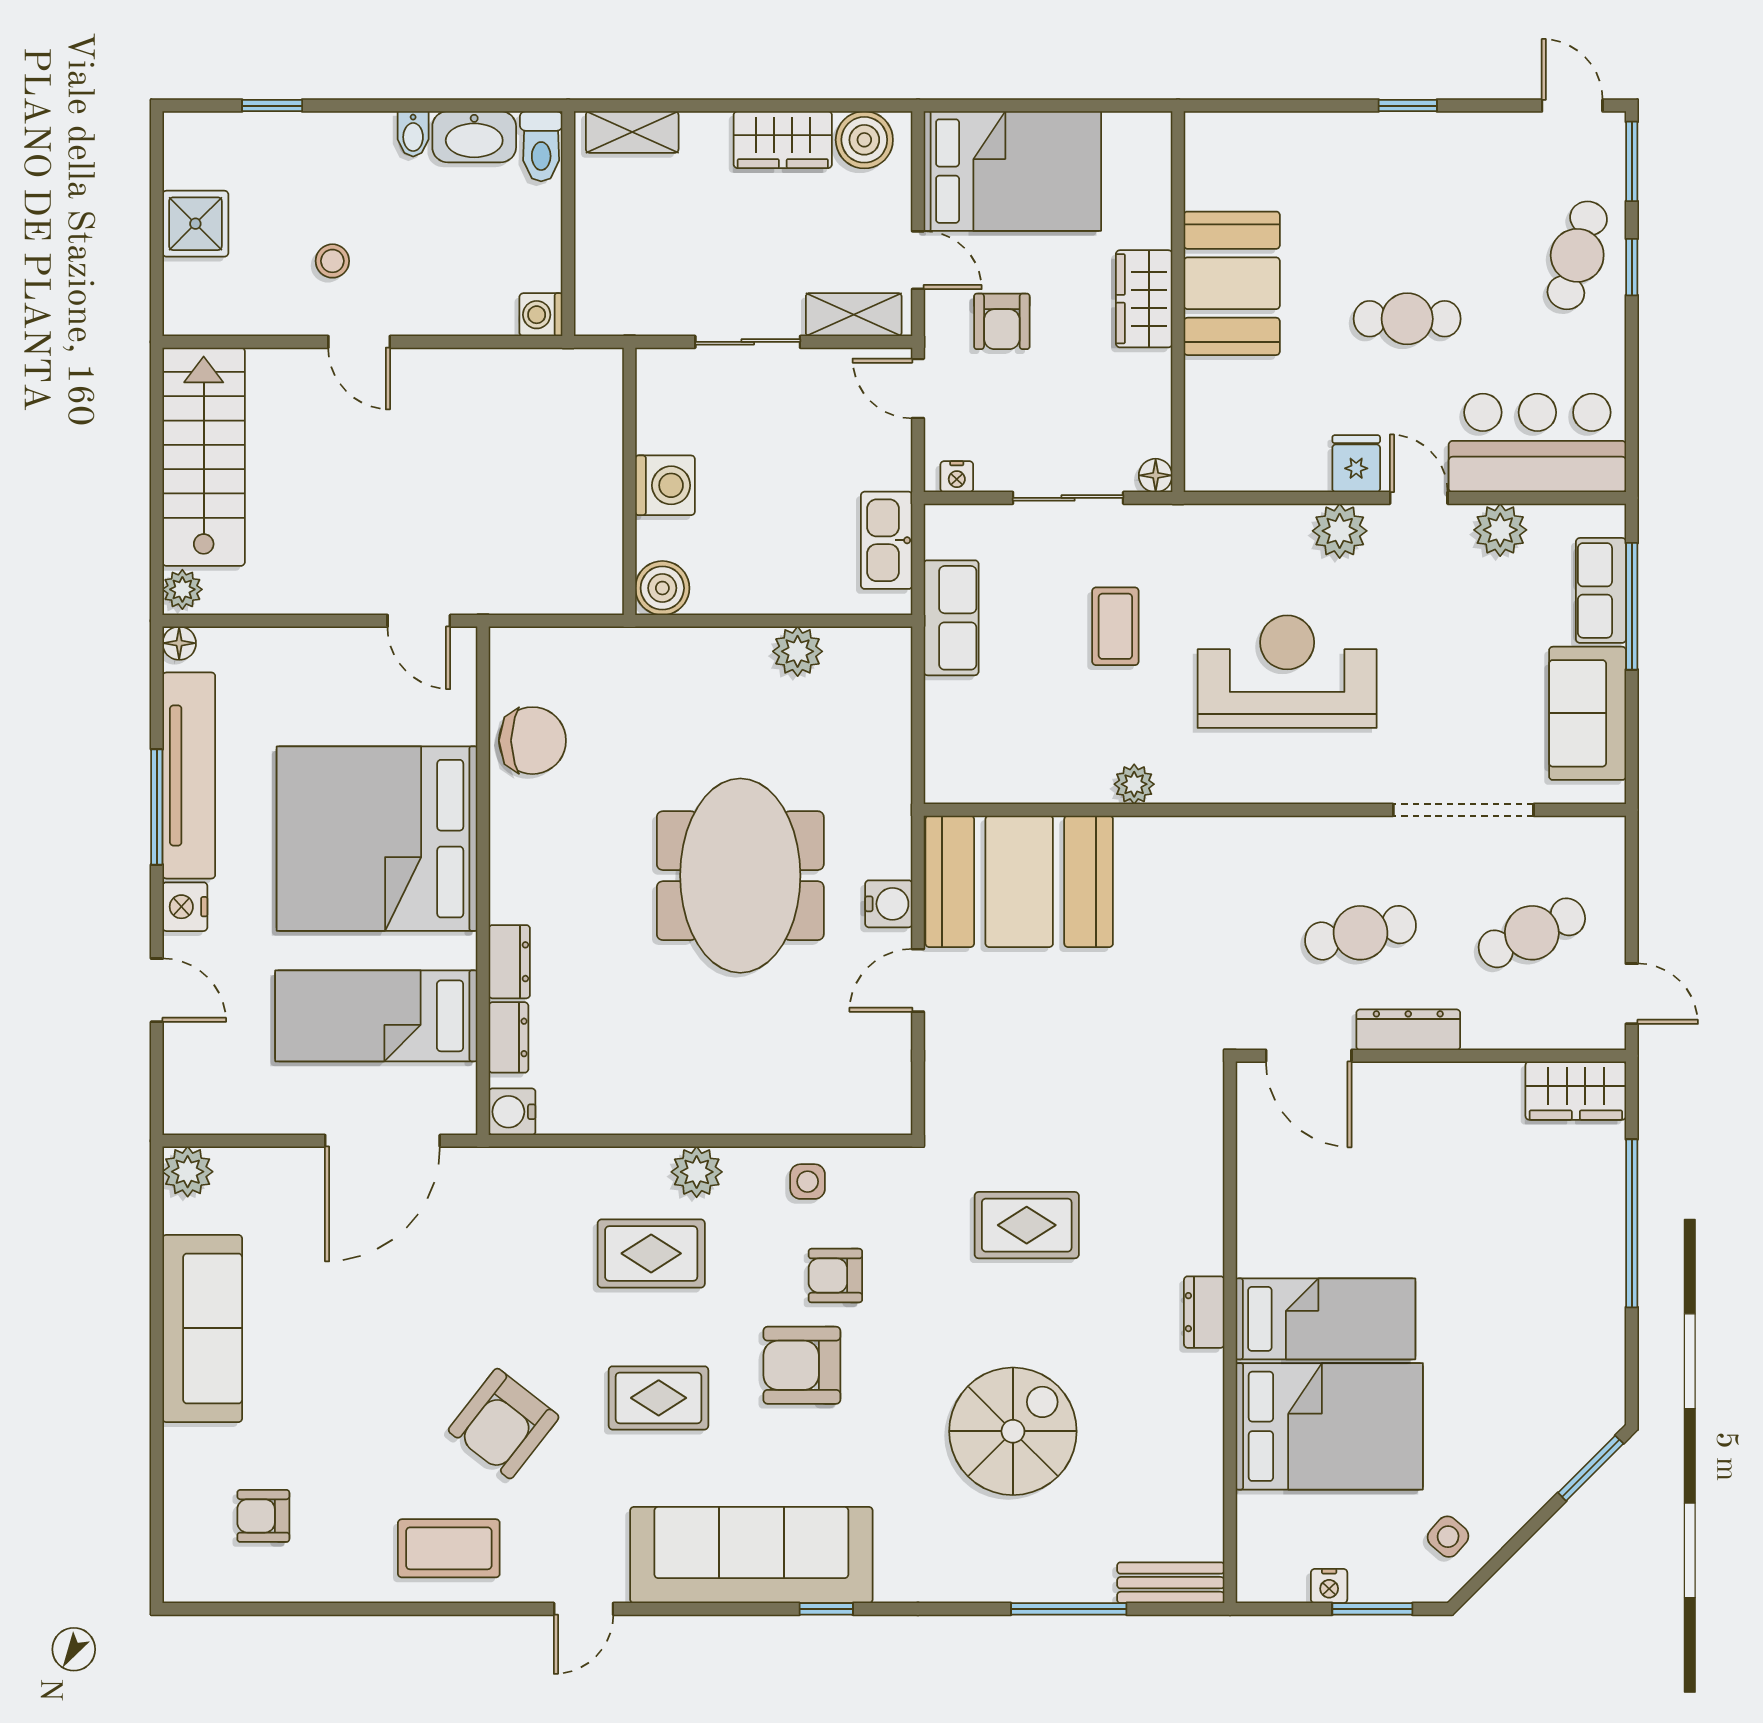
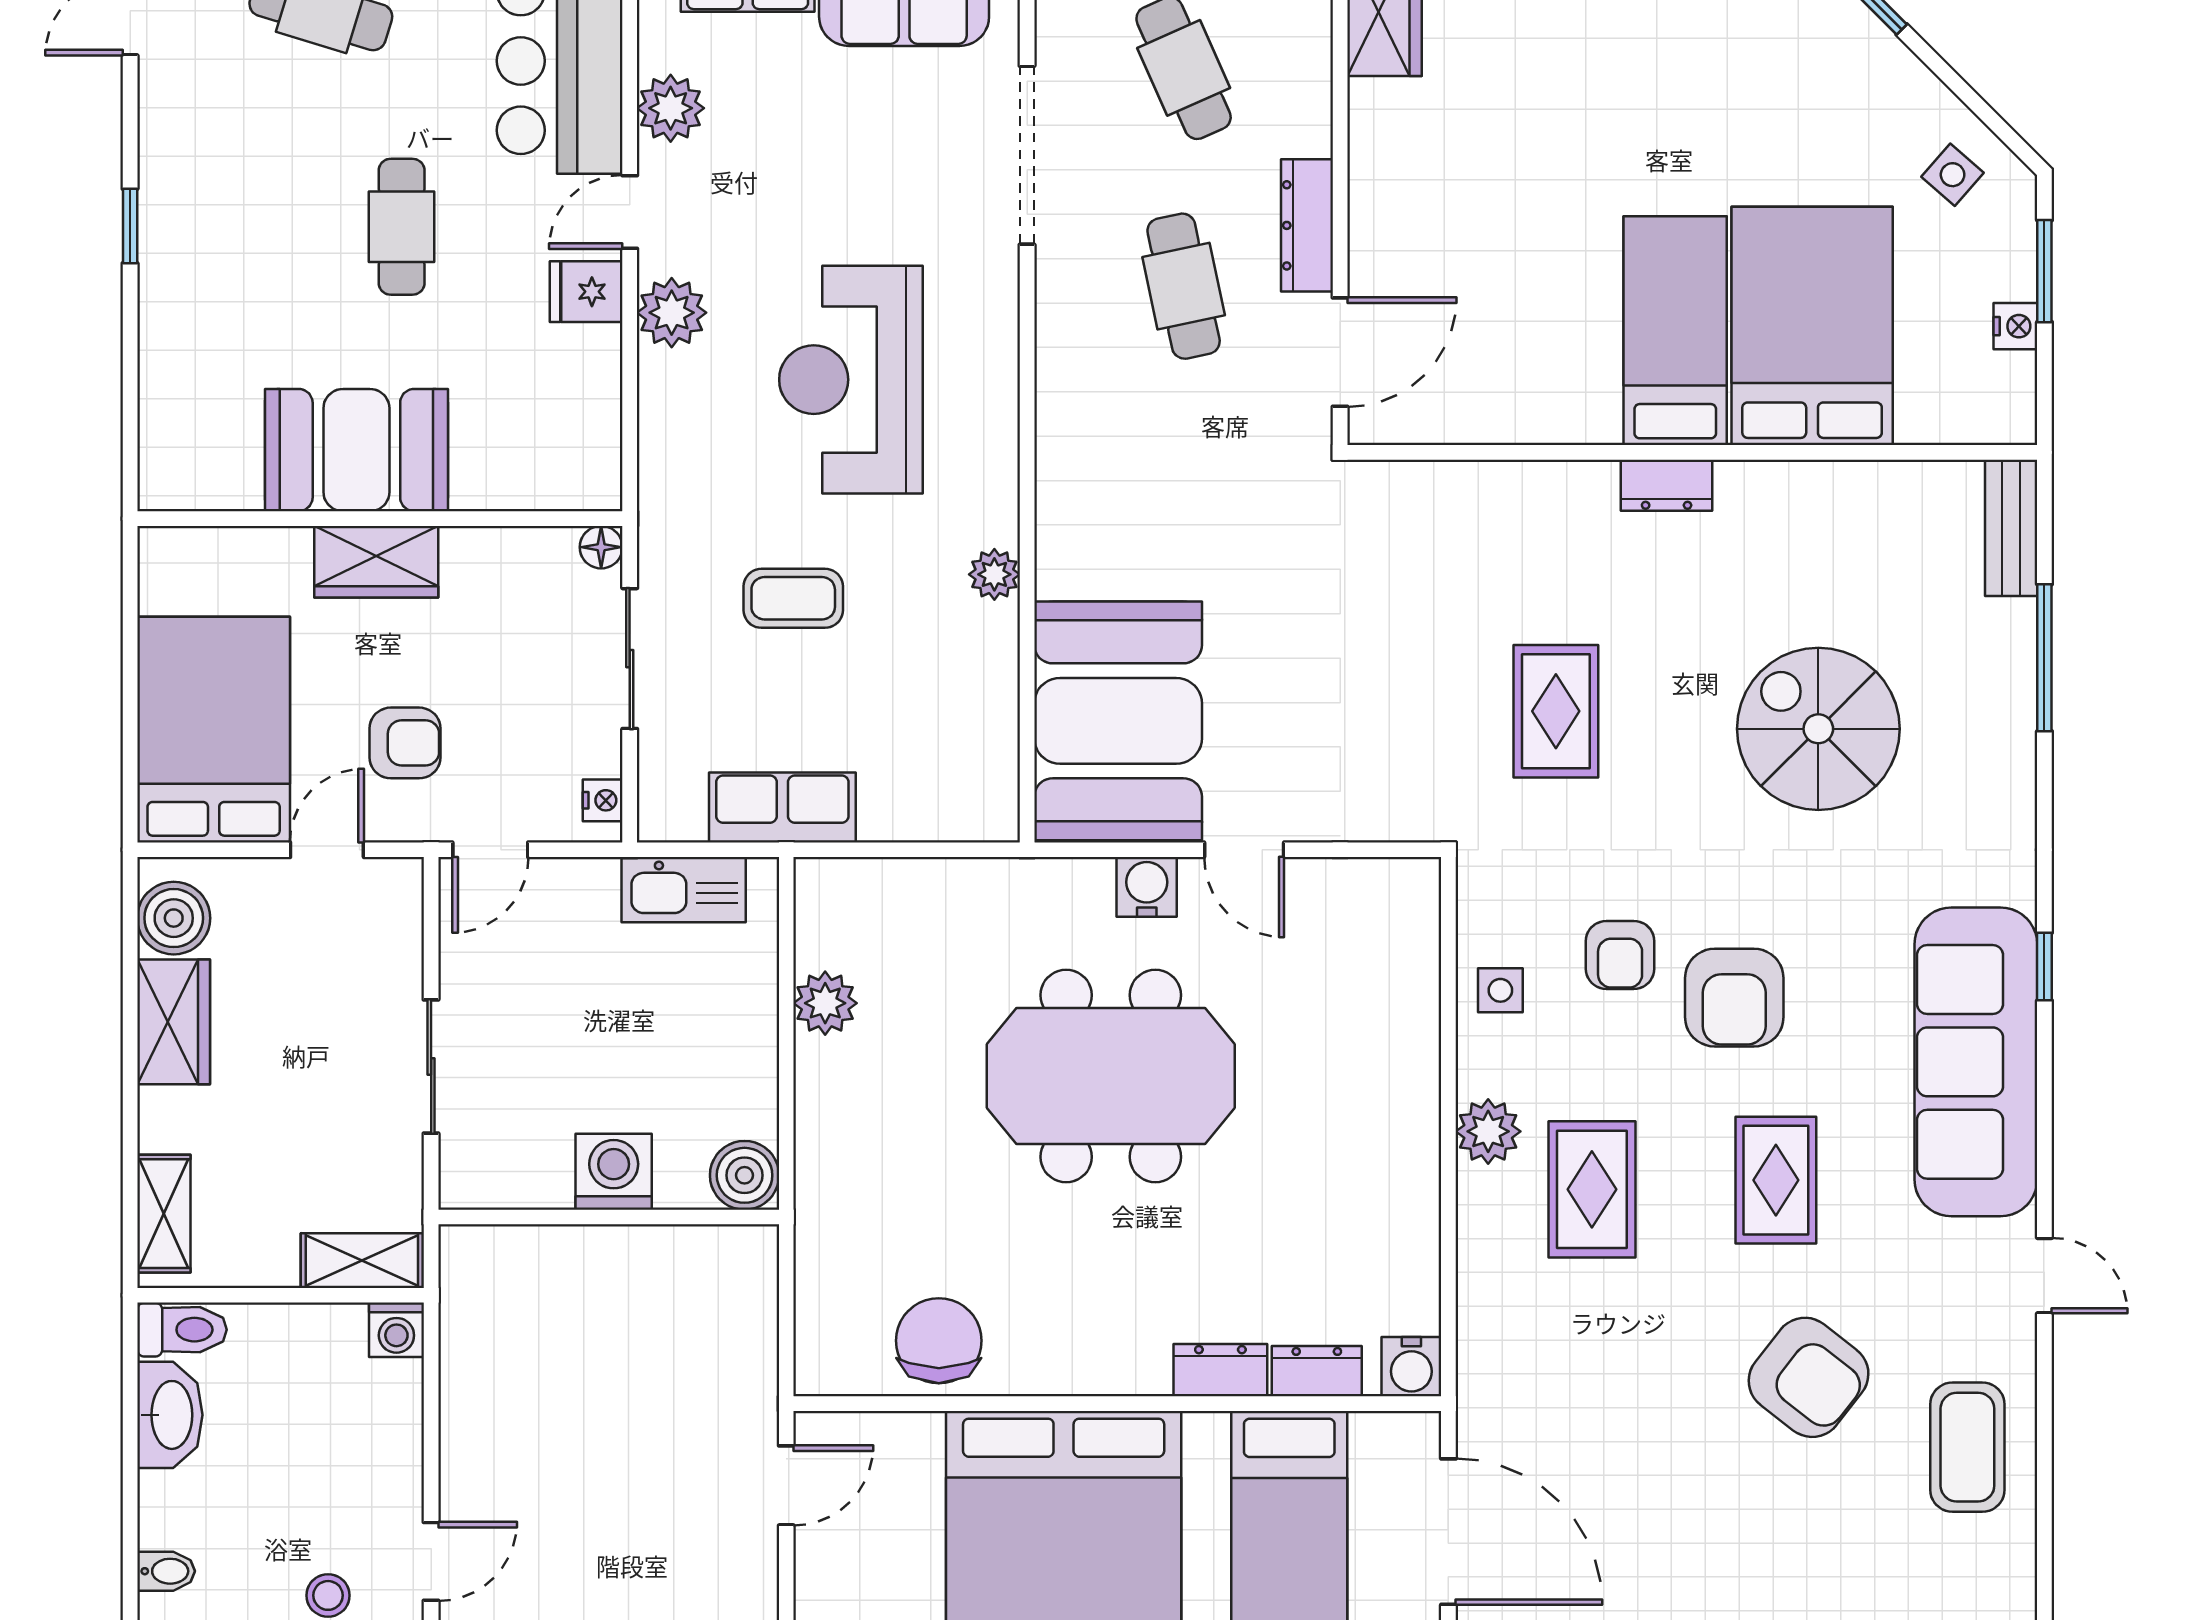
bidet: (413, 134) -> (166, 1571), moved
shelving: (854, 315) -> (362, 1261), moved, turned 90

